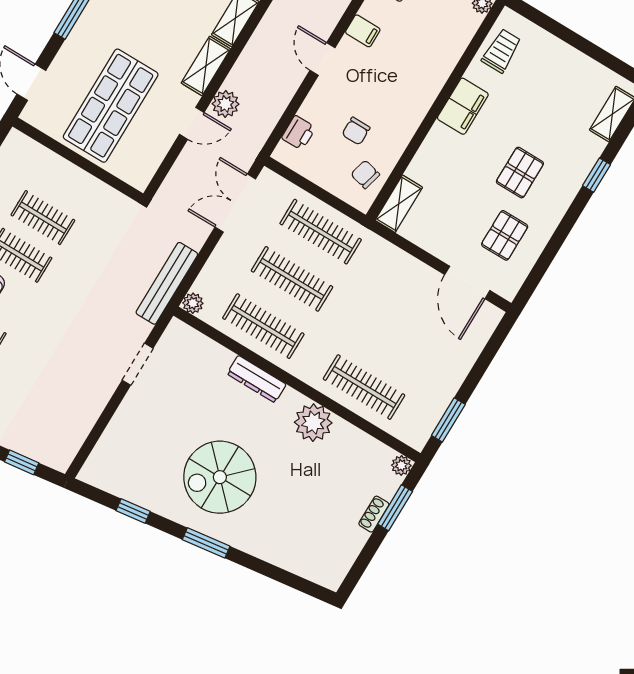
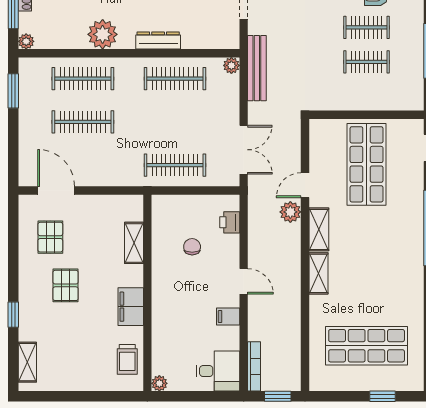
chair: (365, 174) -> (168, 221), removed
shelving: (399, 204) -> (134, 243), moved
clothes rail: (292, 279) -> (83, 122), moved

